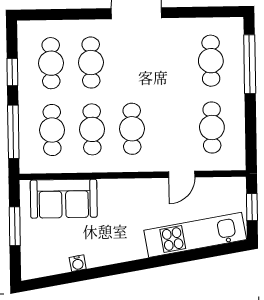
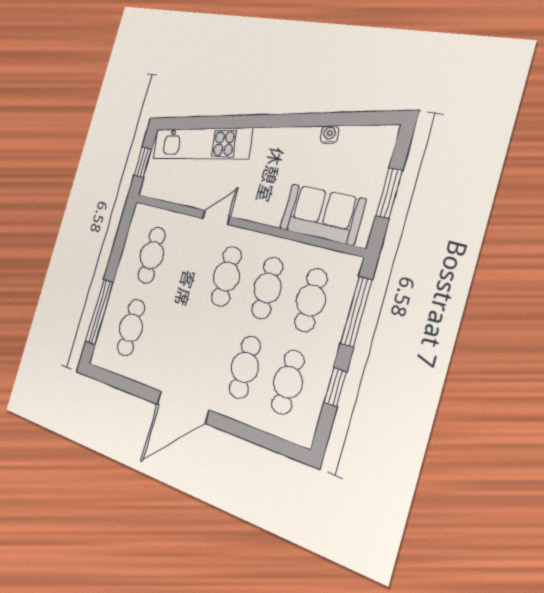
door: (182, 174) -> (216, 217), moved

